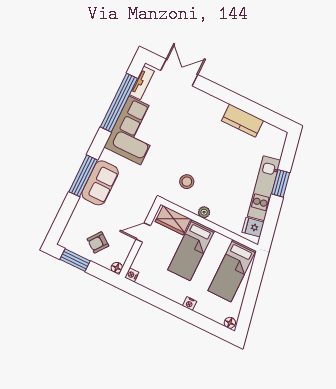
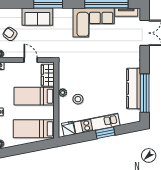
window: (255, 109) -> (145, 93), added
kitchen counter: (242, 121) -> (134, 89), width x1.50
stool: (187, 182) -> (78, 99), moved
sofa: (100, 183) -> (37, 17), moved

